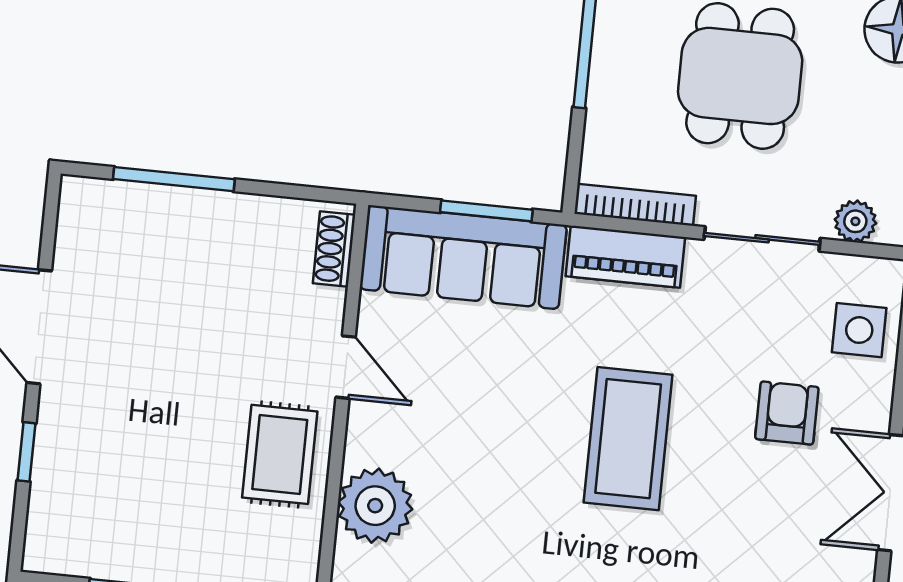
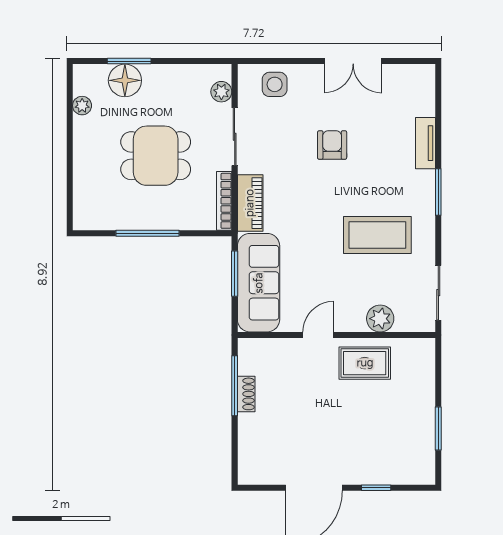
window: (174, 179) -> (235, 386), moved
shoe rack: (334, 249) -> (246, 394), moved, turned -90
armchair: (787, 413) -> (332, 145), moved, turned 90
coffee table: (628, 439) -> (377, 235), moved
plant: (375, 506) -> (380, 319), width x0.73, depth x0.73

